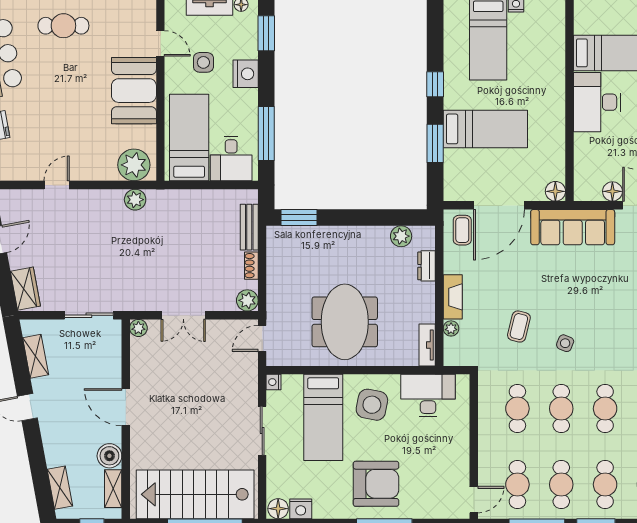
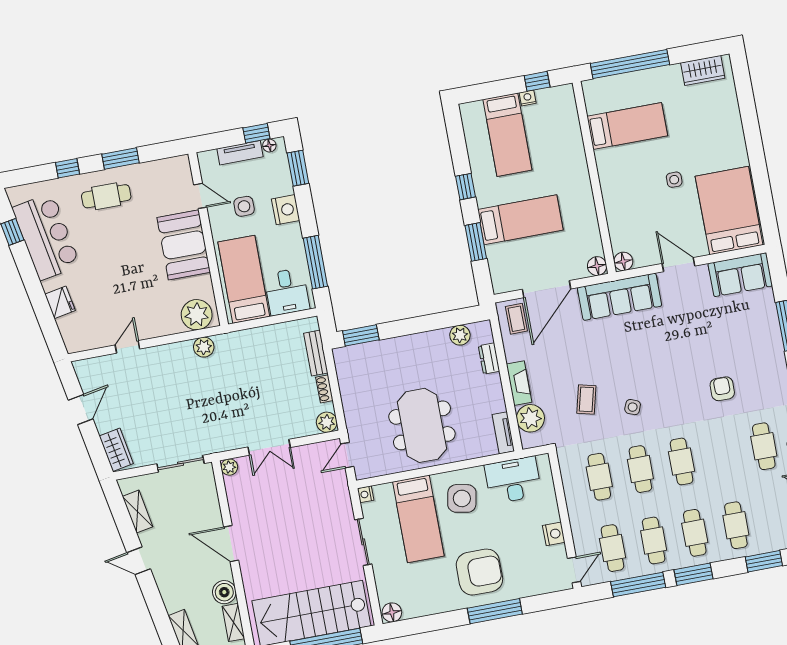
desk: (597, 102) -> (621, 175), removed
floor lamp: (612, 191) -> (623, 261), moved
plant: (451, 328) -> (530, 418), width x1.87, depth x1.87
nightstand: (301, 509) -> (554, 534), moved, turned -90

